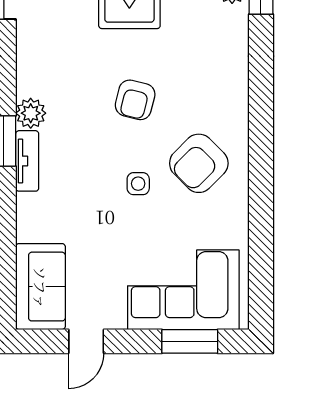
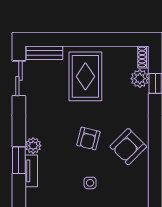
armchair: (199, 163) -> (128, 147), moved

